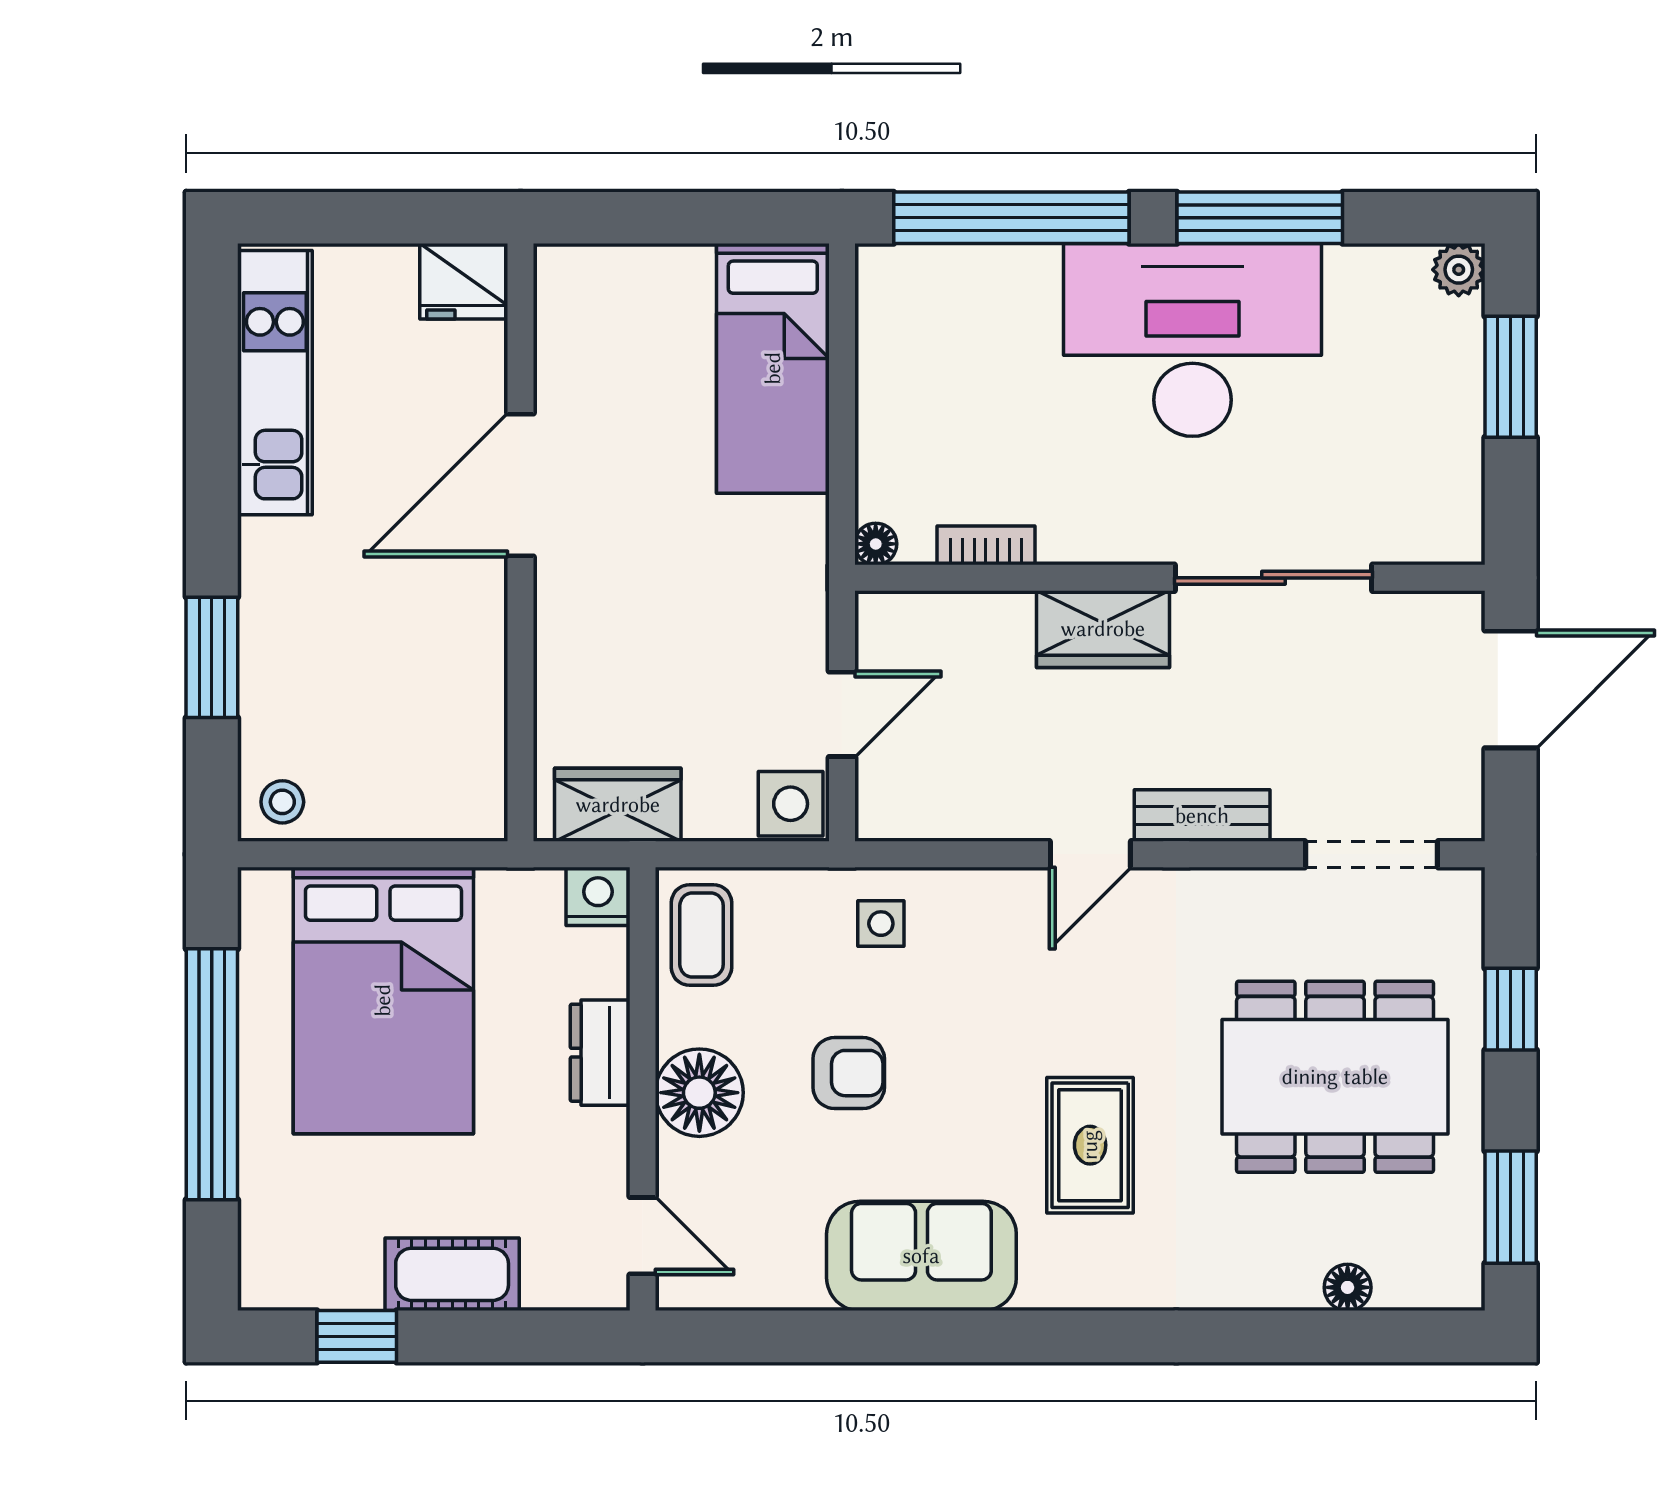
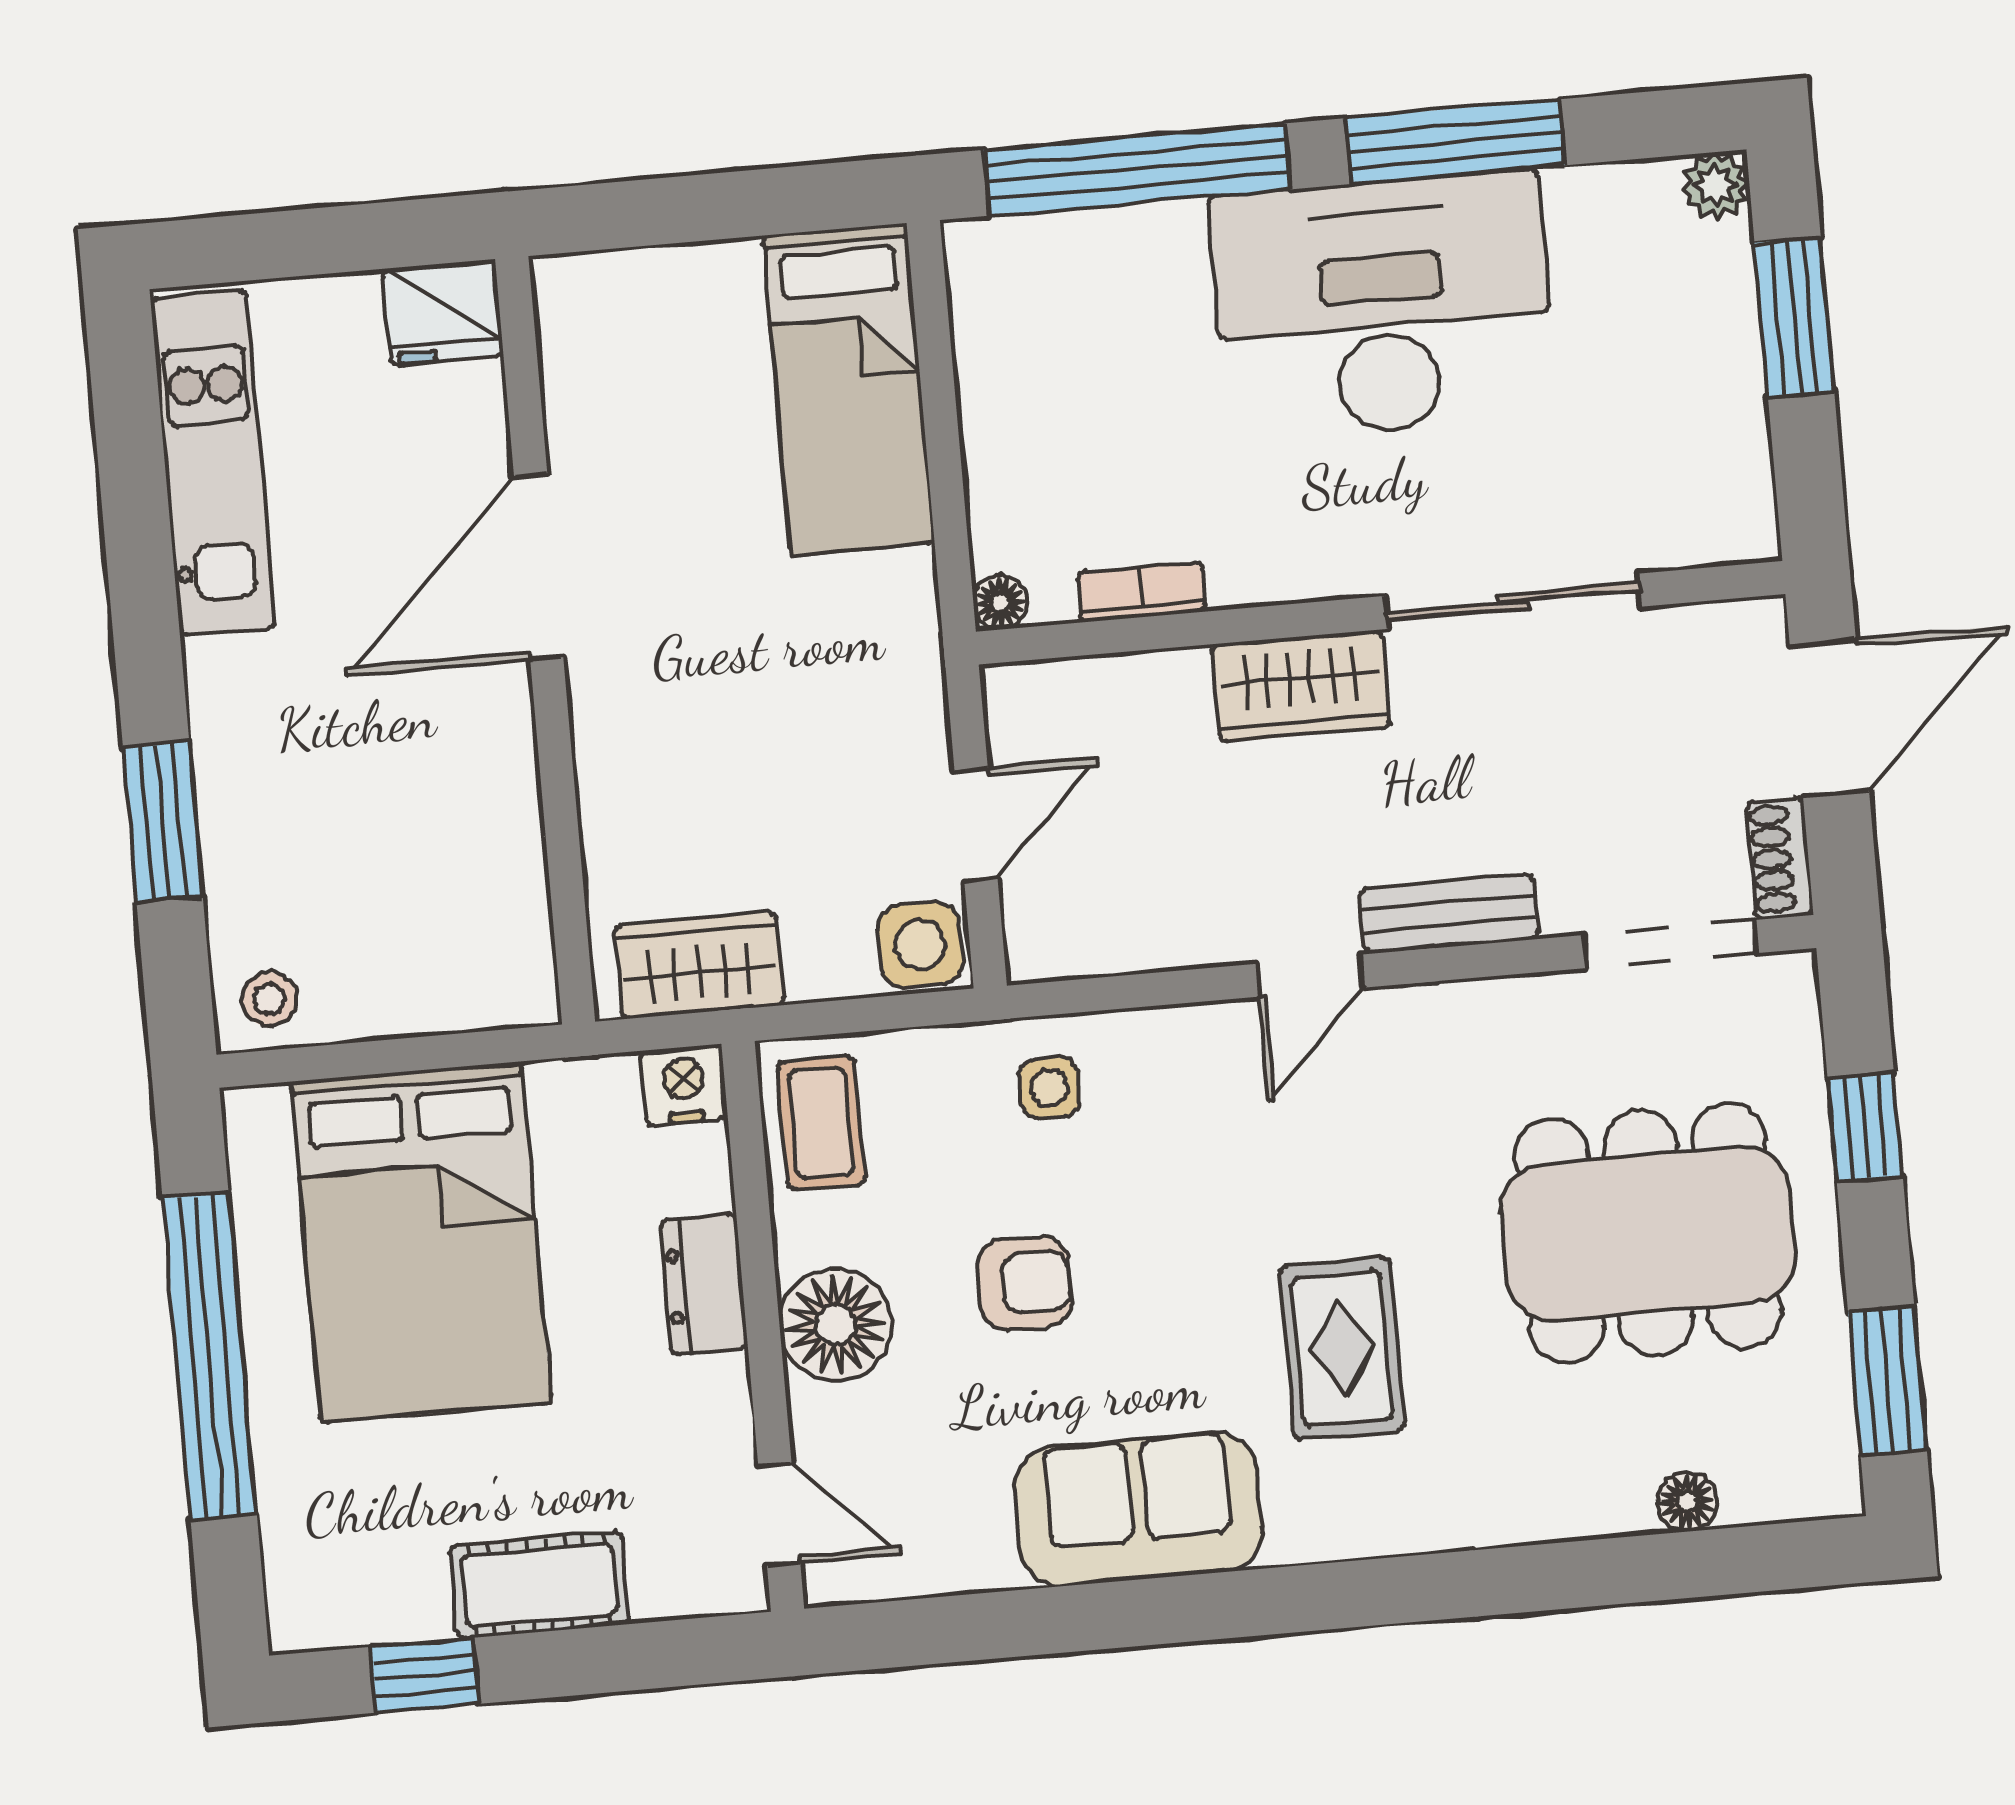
shoe rack: (1462, 795) -> (1780, 858), added

